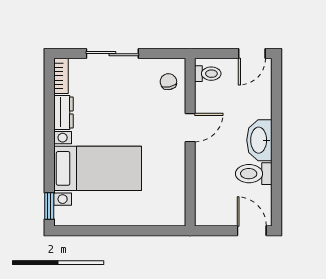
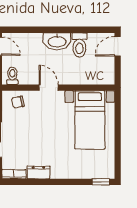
bed with nightstands: (98, 168) -> (90, 120), moved, turned 180

